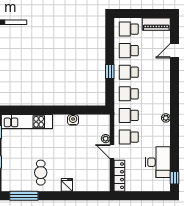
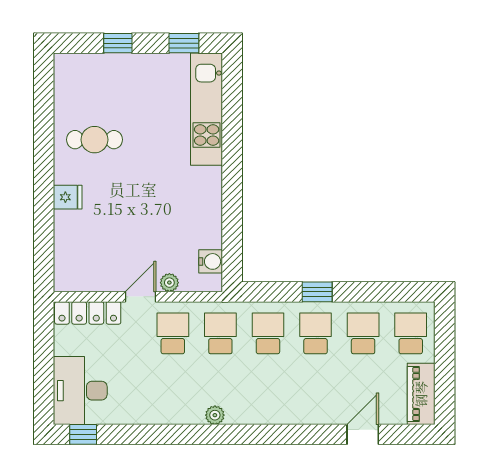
door: (175, 51) -> (363, 434), hinge flipped
water cooler: (73, 120) -> (211, 261), moved
desk: (158, 162) -> (80, 391), moved, turned 90
window: (24, 196) -> (44, 102), removed

